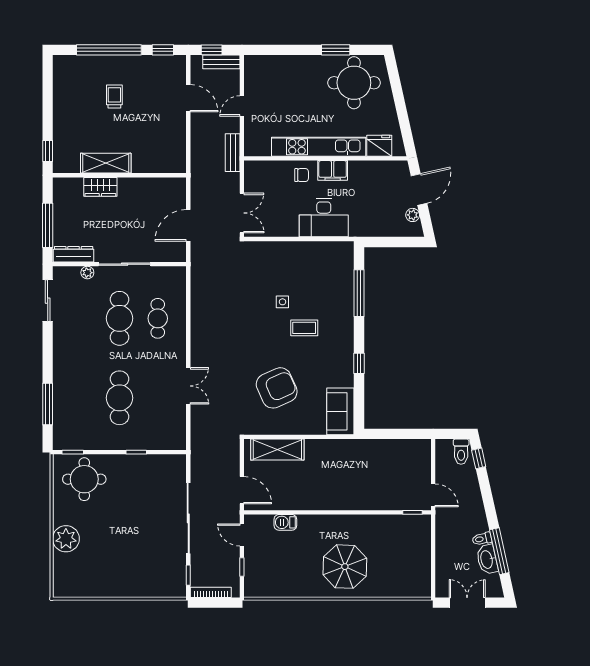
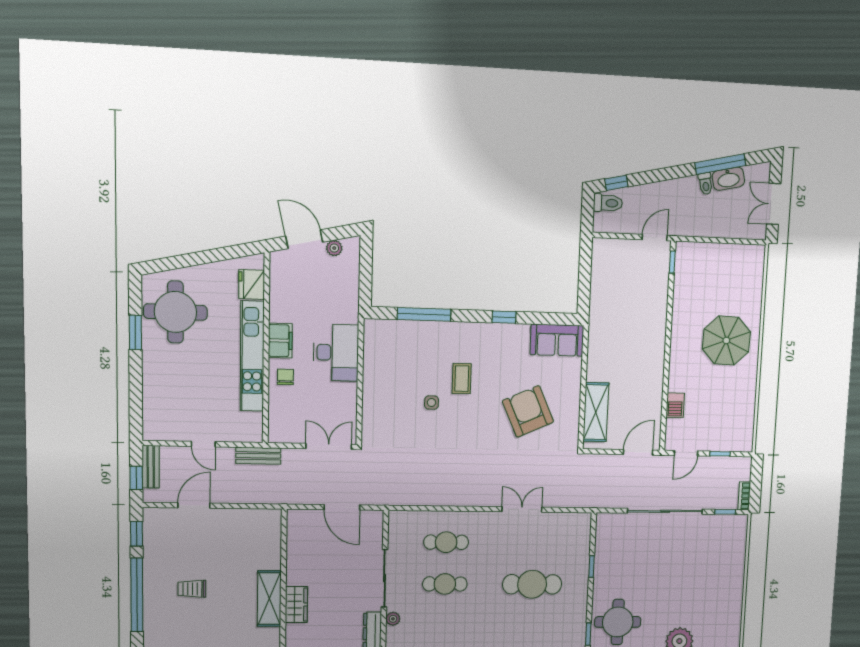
cafe table: (119, 318) -> (445, 584), width x0.73, depth x0.74
bookcase: (211, 592) -> (744, 496), width x0.64

